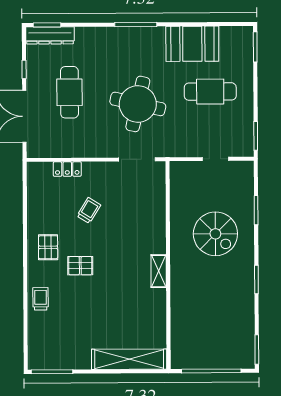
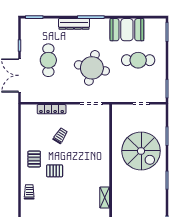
dresser: (50, 35) -> (74, 24), moved
locker: (67, 169) -> (52, 109), width x1.53
spiral stairs: (215, 234) -> (141, 151), width x1.37, depth x1.37
shelving: (159, 271) -> (105, 198), moved

